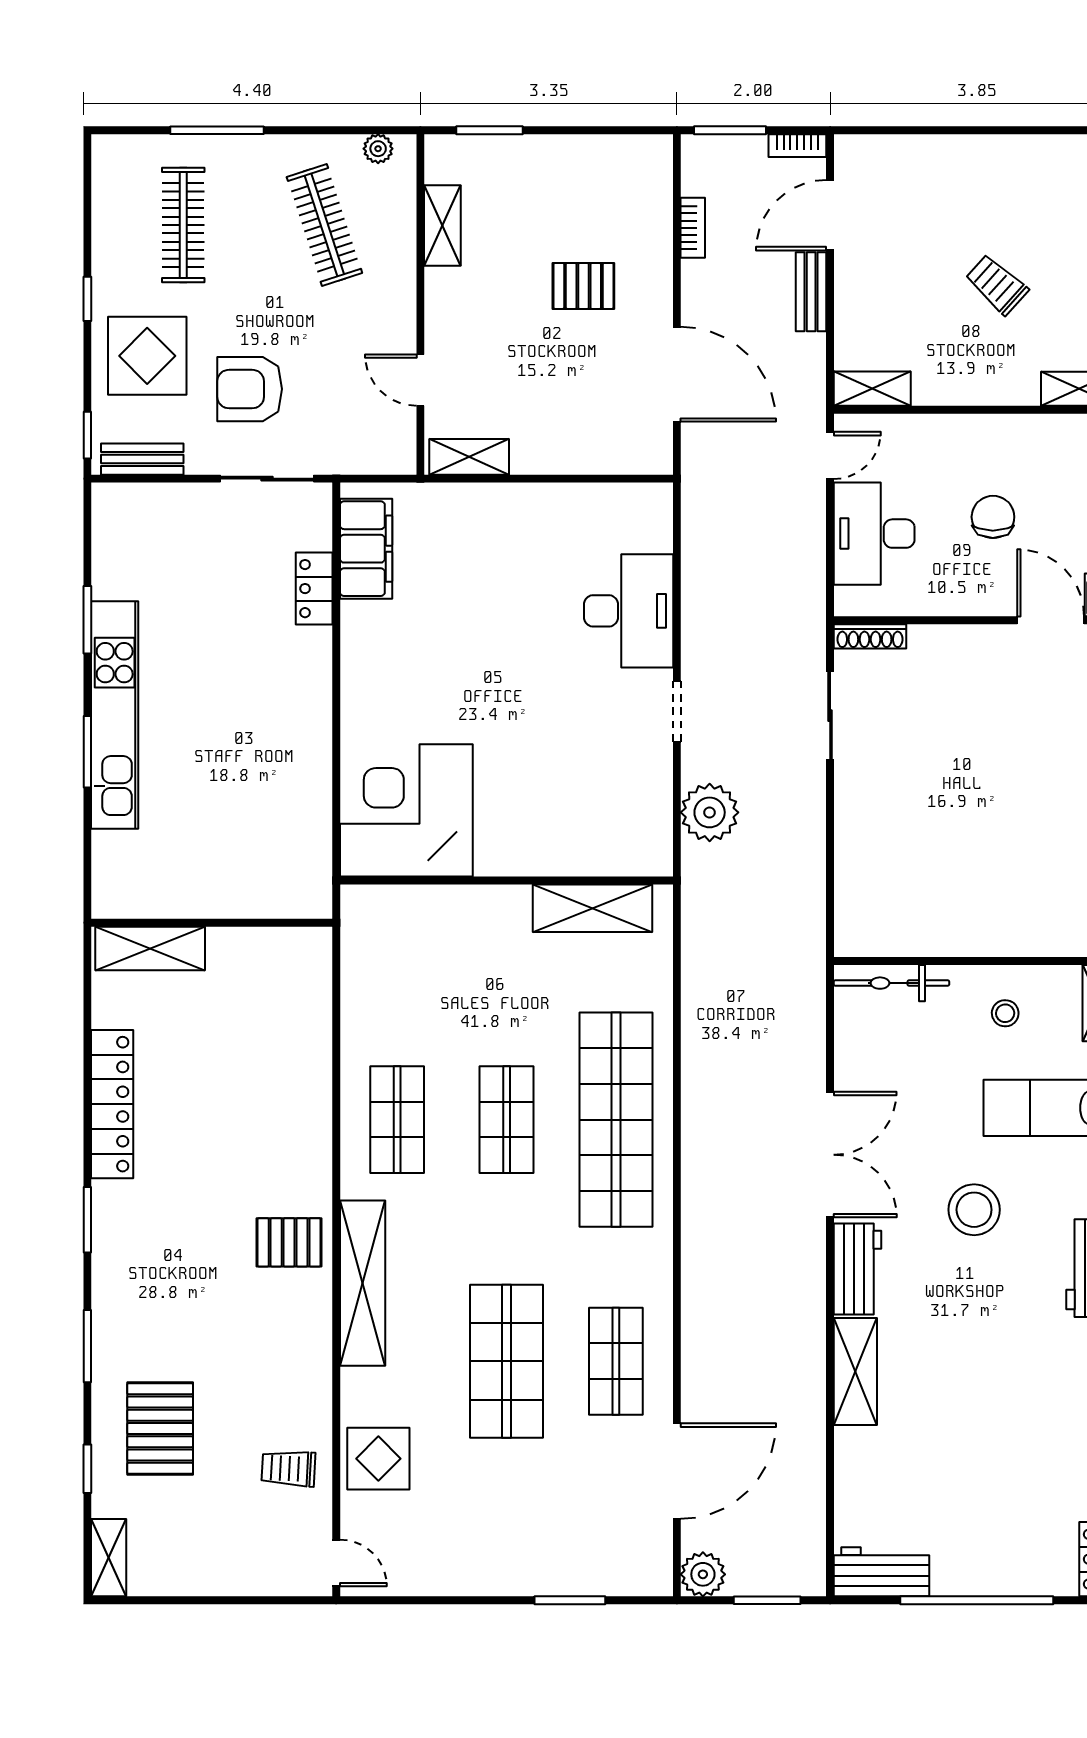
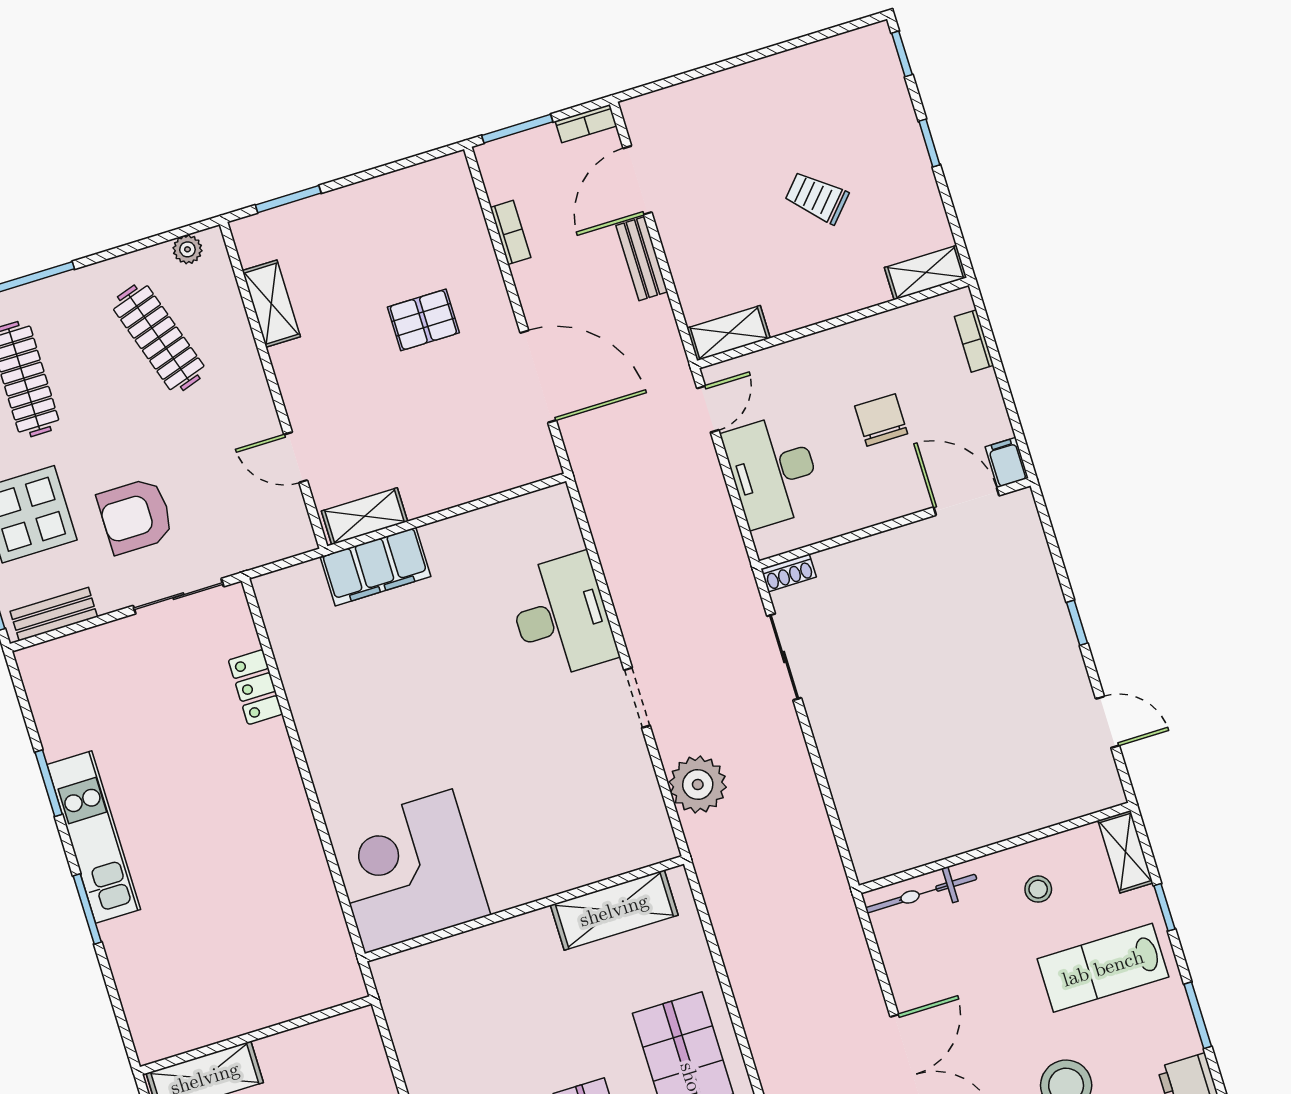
filing cabinet: (366, 549) -> (376, 567), moved, turned 90
shoe rack: (870, 636) -> (789, 573), width x0.70
kitchen unit: (115, 715) -> (94, 837), width x0.73

